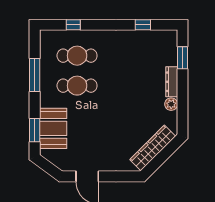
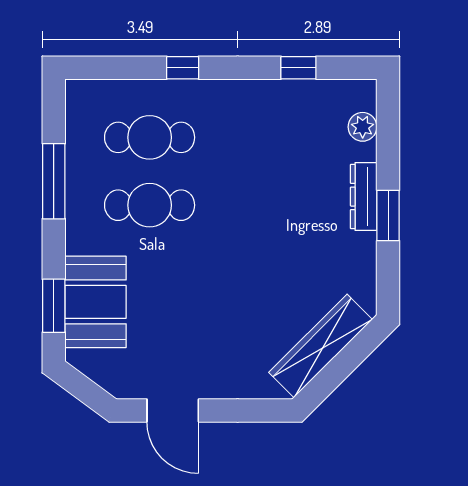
window: (73, 25) -> (183, 68), moved
window: (183, 58) -> (388, 216), moved
plant: (171, 104) -> (363, 127), moved

